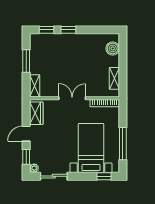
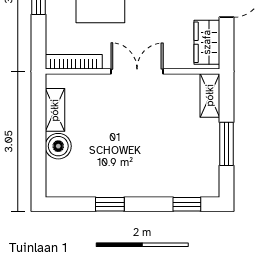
window: (68, 30) -> (110, 204), moved
boiler: (113, 48) -> (58, 146), moved
double door: (72, 98) -> (137, 71), swing flipped

